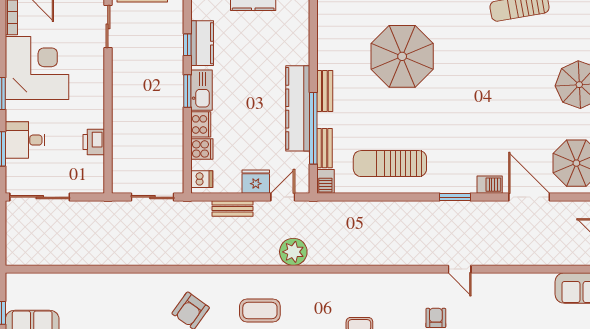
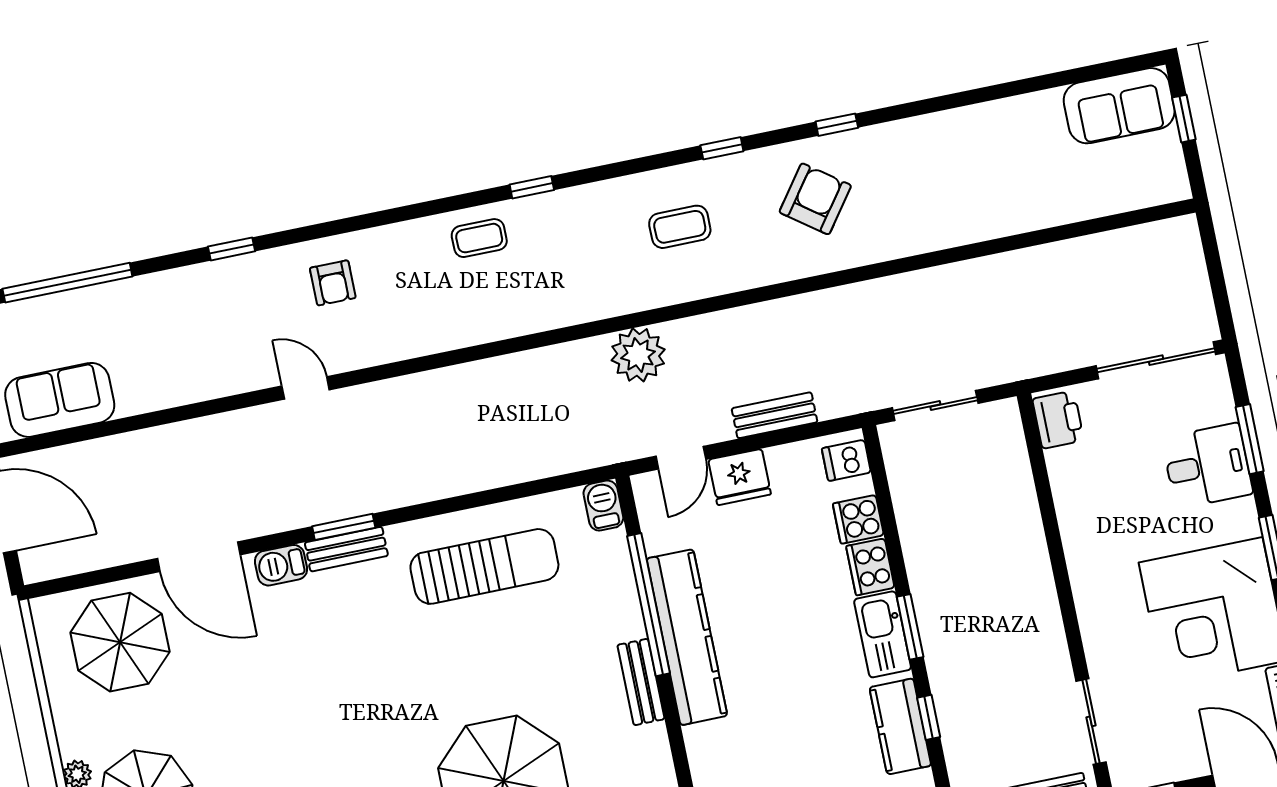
printer: (94, 142) -> (1058, 420), moved
bench: (324, 148) -> (346, 549), moved, turned 90
coffee table: (260, 311) -> (680, 227), width x0.73, depth x0.77

